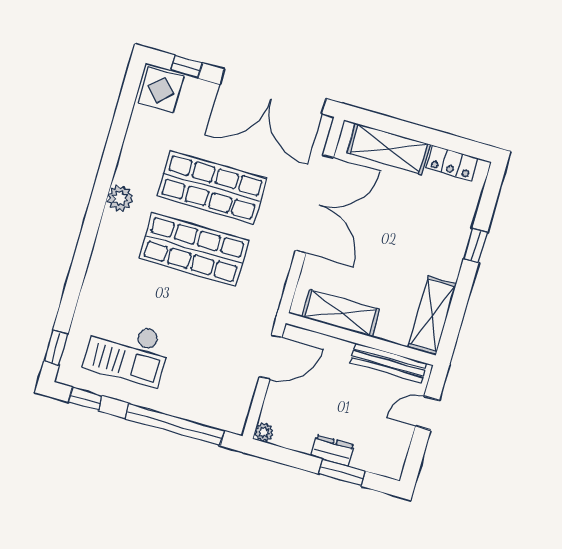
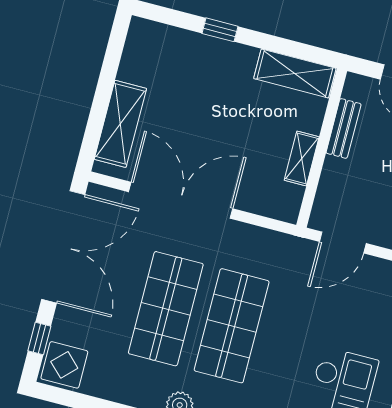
locker: (452, 163) -> (134, 57), removed
shelving: (341, 313) -> (302, 158), width x0.67, depth x0.75
door: (271, 357) -> (343, 243), swing flipped
bench: (388, 363) -> (344, 128), width x0.73

